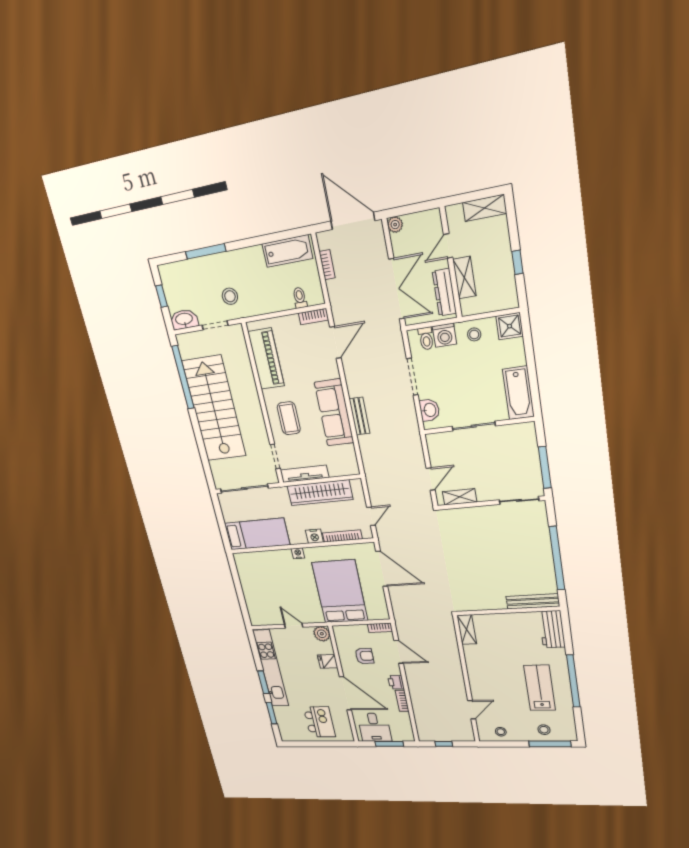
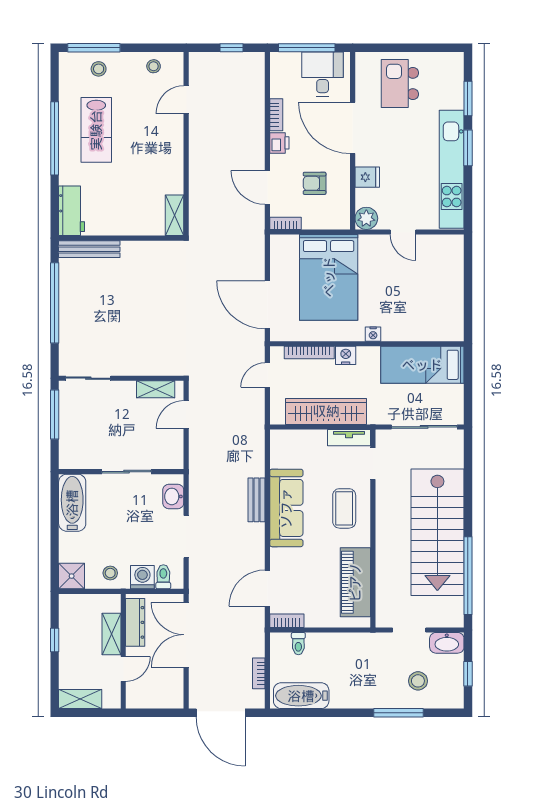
plant: (395, 225) -> (176, 701), removed
stool: (230, 296) -> (418, 681), moved
tv unit: (304, 474) -> (349, 438), width x0.71
window: (389, 744) -> (307, 48), width x1.44

